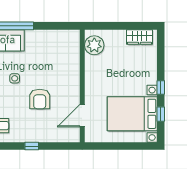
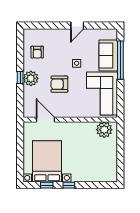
wardrobe: (139, 37) -> (111, 167), removed
corner sofa: (51, 48) -> (102, 93), added
plant: (33, 133) -> (31, 78), added

